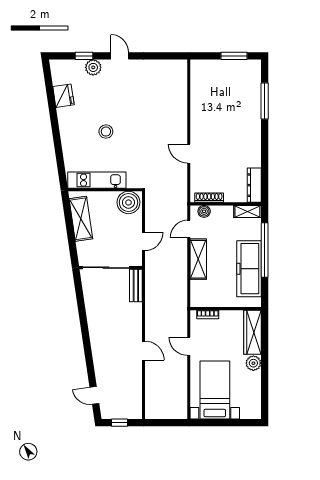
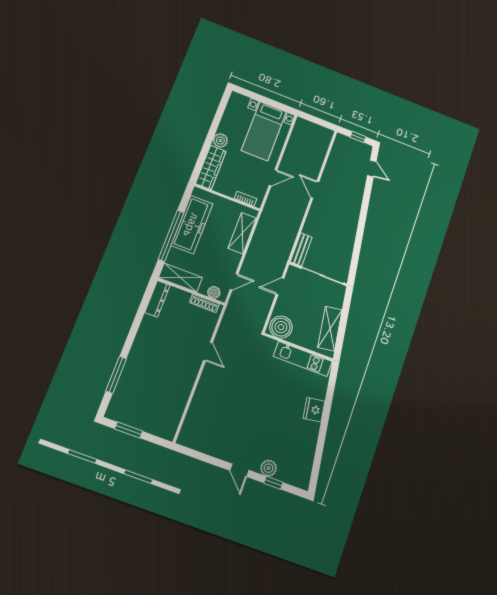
fridge: (63, 96) -> (314, 410), moved
stool: (106, 132) -> (278, 402), removed
shelving: (247, 211) -> (180, 278), width x1.50, depth x1.33
shelving: (198, 259) -> (242, 233), moved
door: (189, 346) -> (273, 178), hinge flipped

